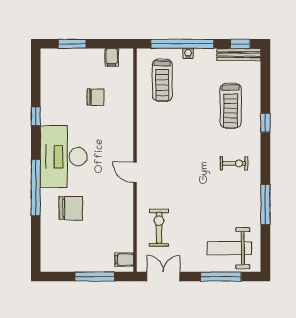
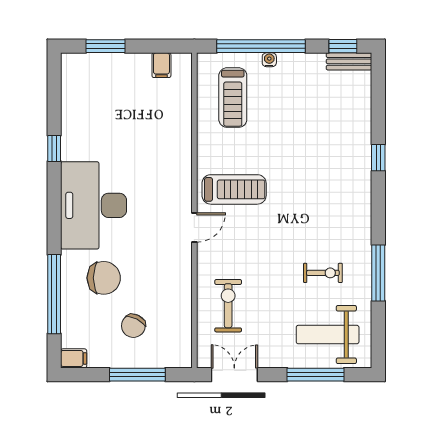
bench: (239, 55) -> (349, 61), width x0.73
chair: (95, 97) -> (133, 326), moved, turned 117
treadmill: (231, 106) -> (234, 189), moved, turned -90
exercise bike: (234, 163) -> (323, 273), moved
door: (135, 172) -> (194, 228), swing flipped
window: (36, 188) -> (54, 294), moved
filing cabinet: (124, 260) -> (74, 358), moved, turned 180

